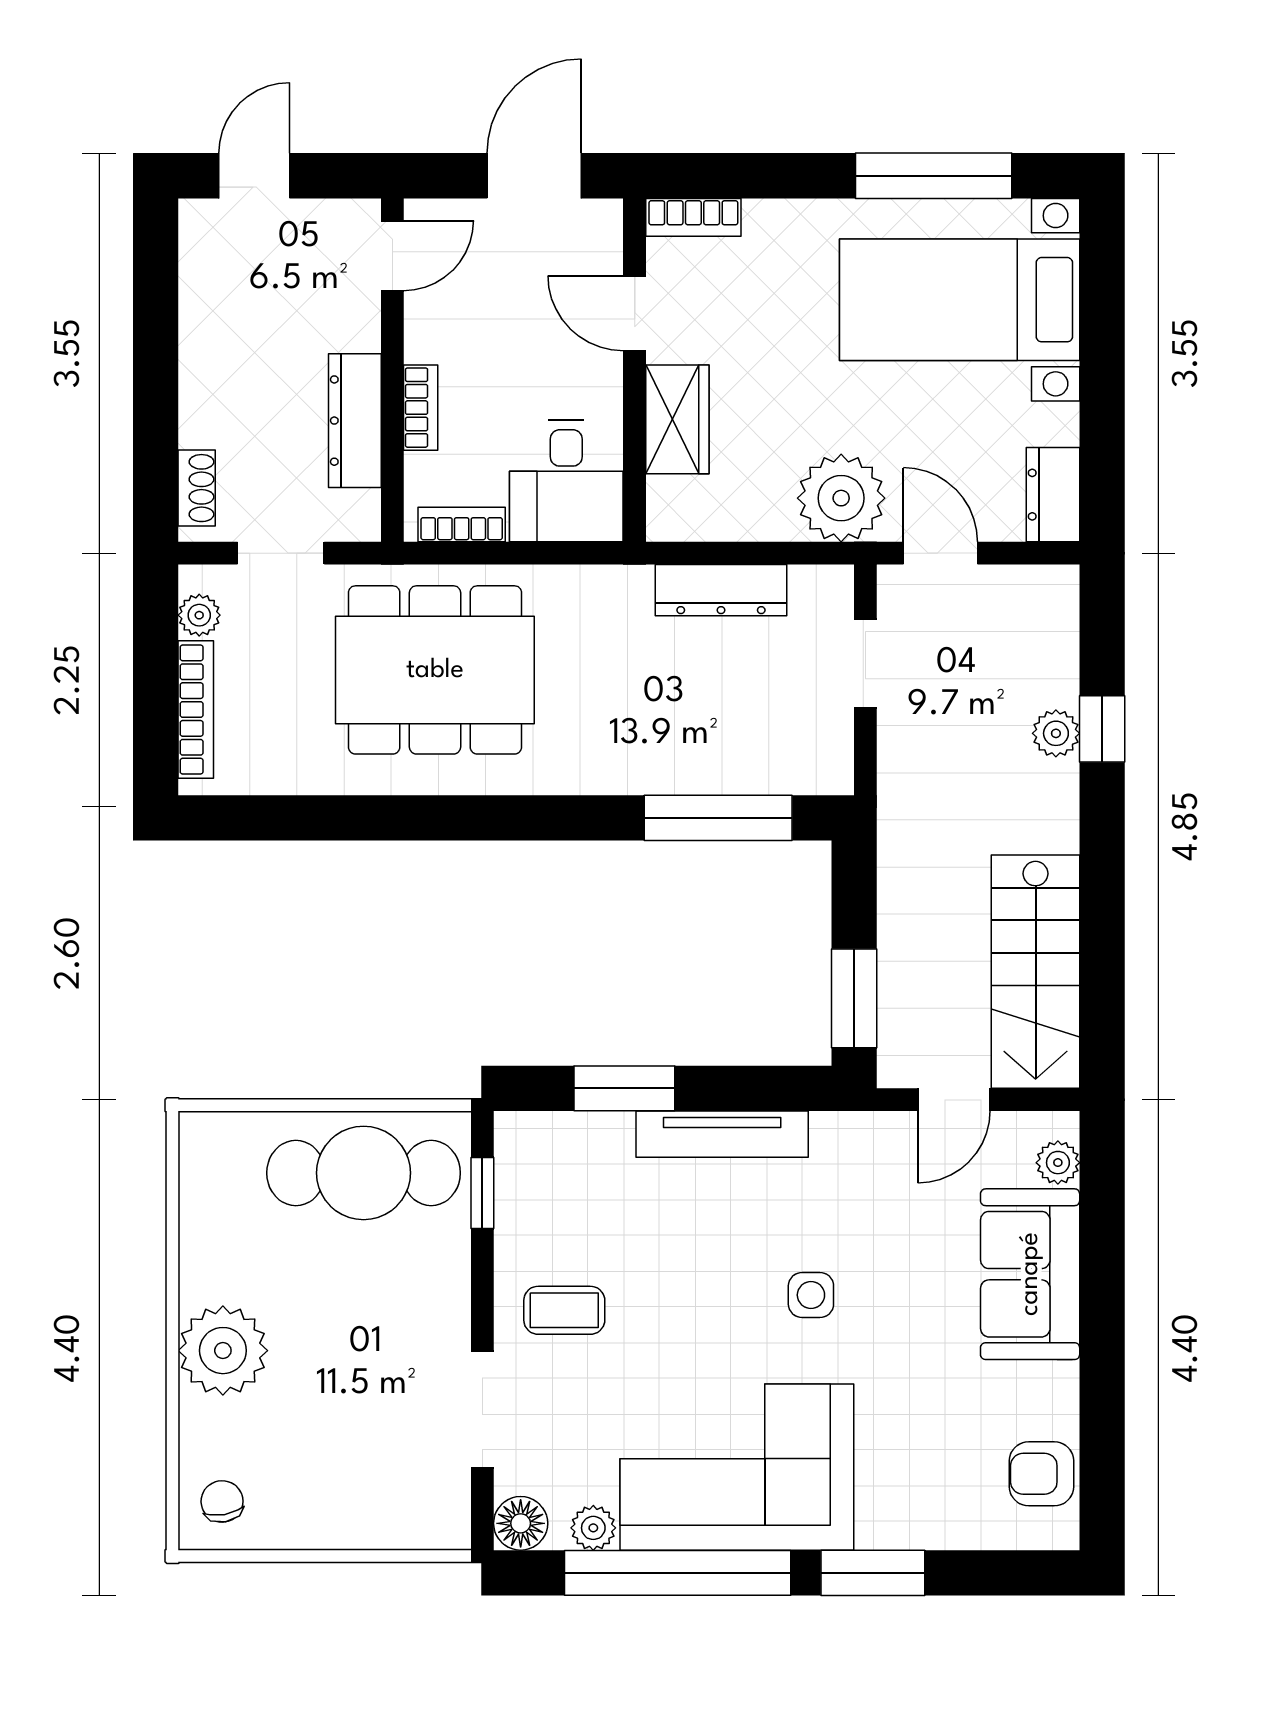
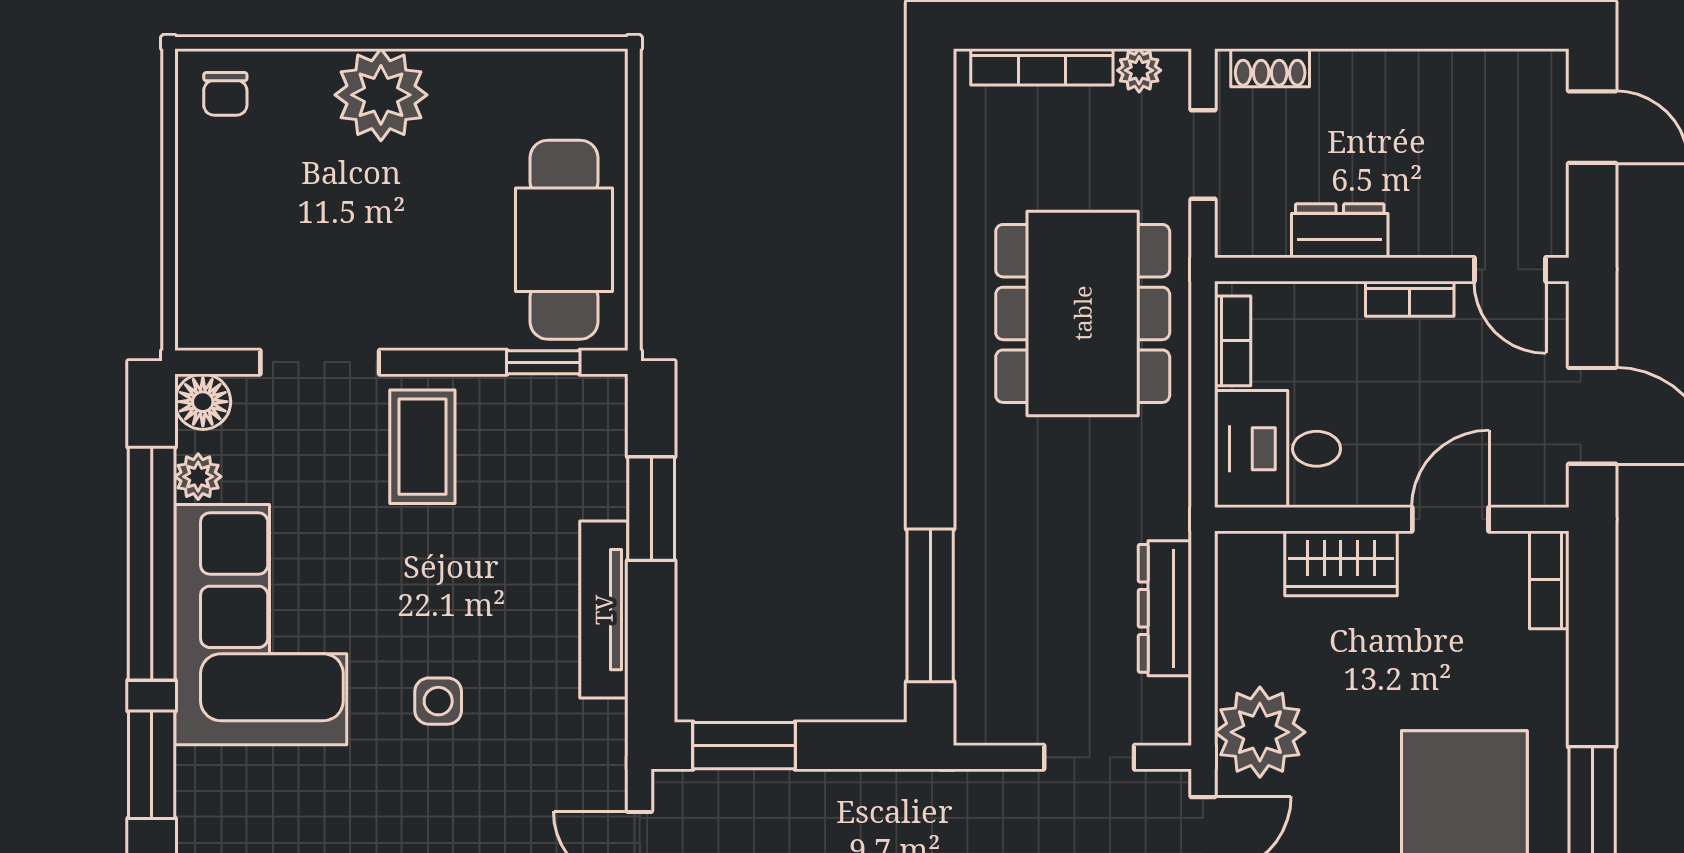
bookcase: (421, 408) -> (1410, 299), moved
dresser: (355, 421) -> (1340, 231), width x0.70
coffee table: (564, 1310) -> (422, 447), width x1.36, depth x1.30
chair: (222, 1501) -> (225, 94), turned 100

